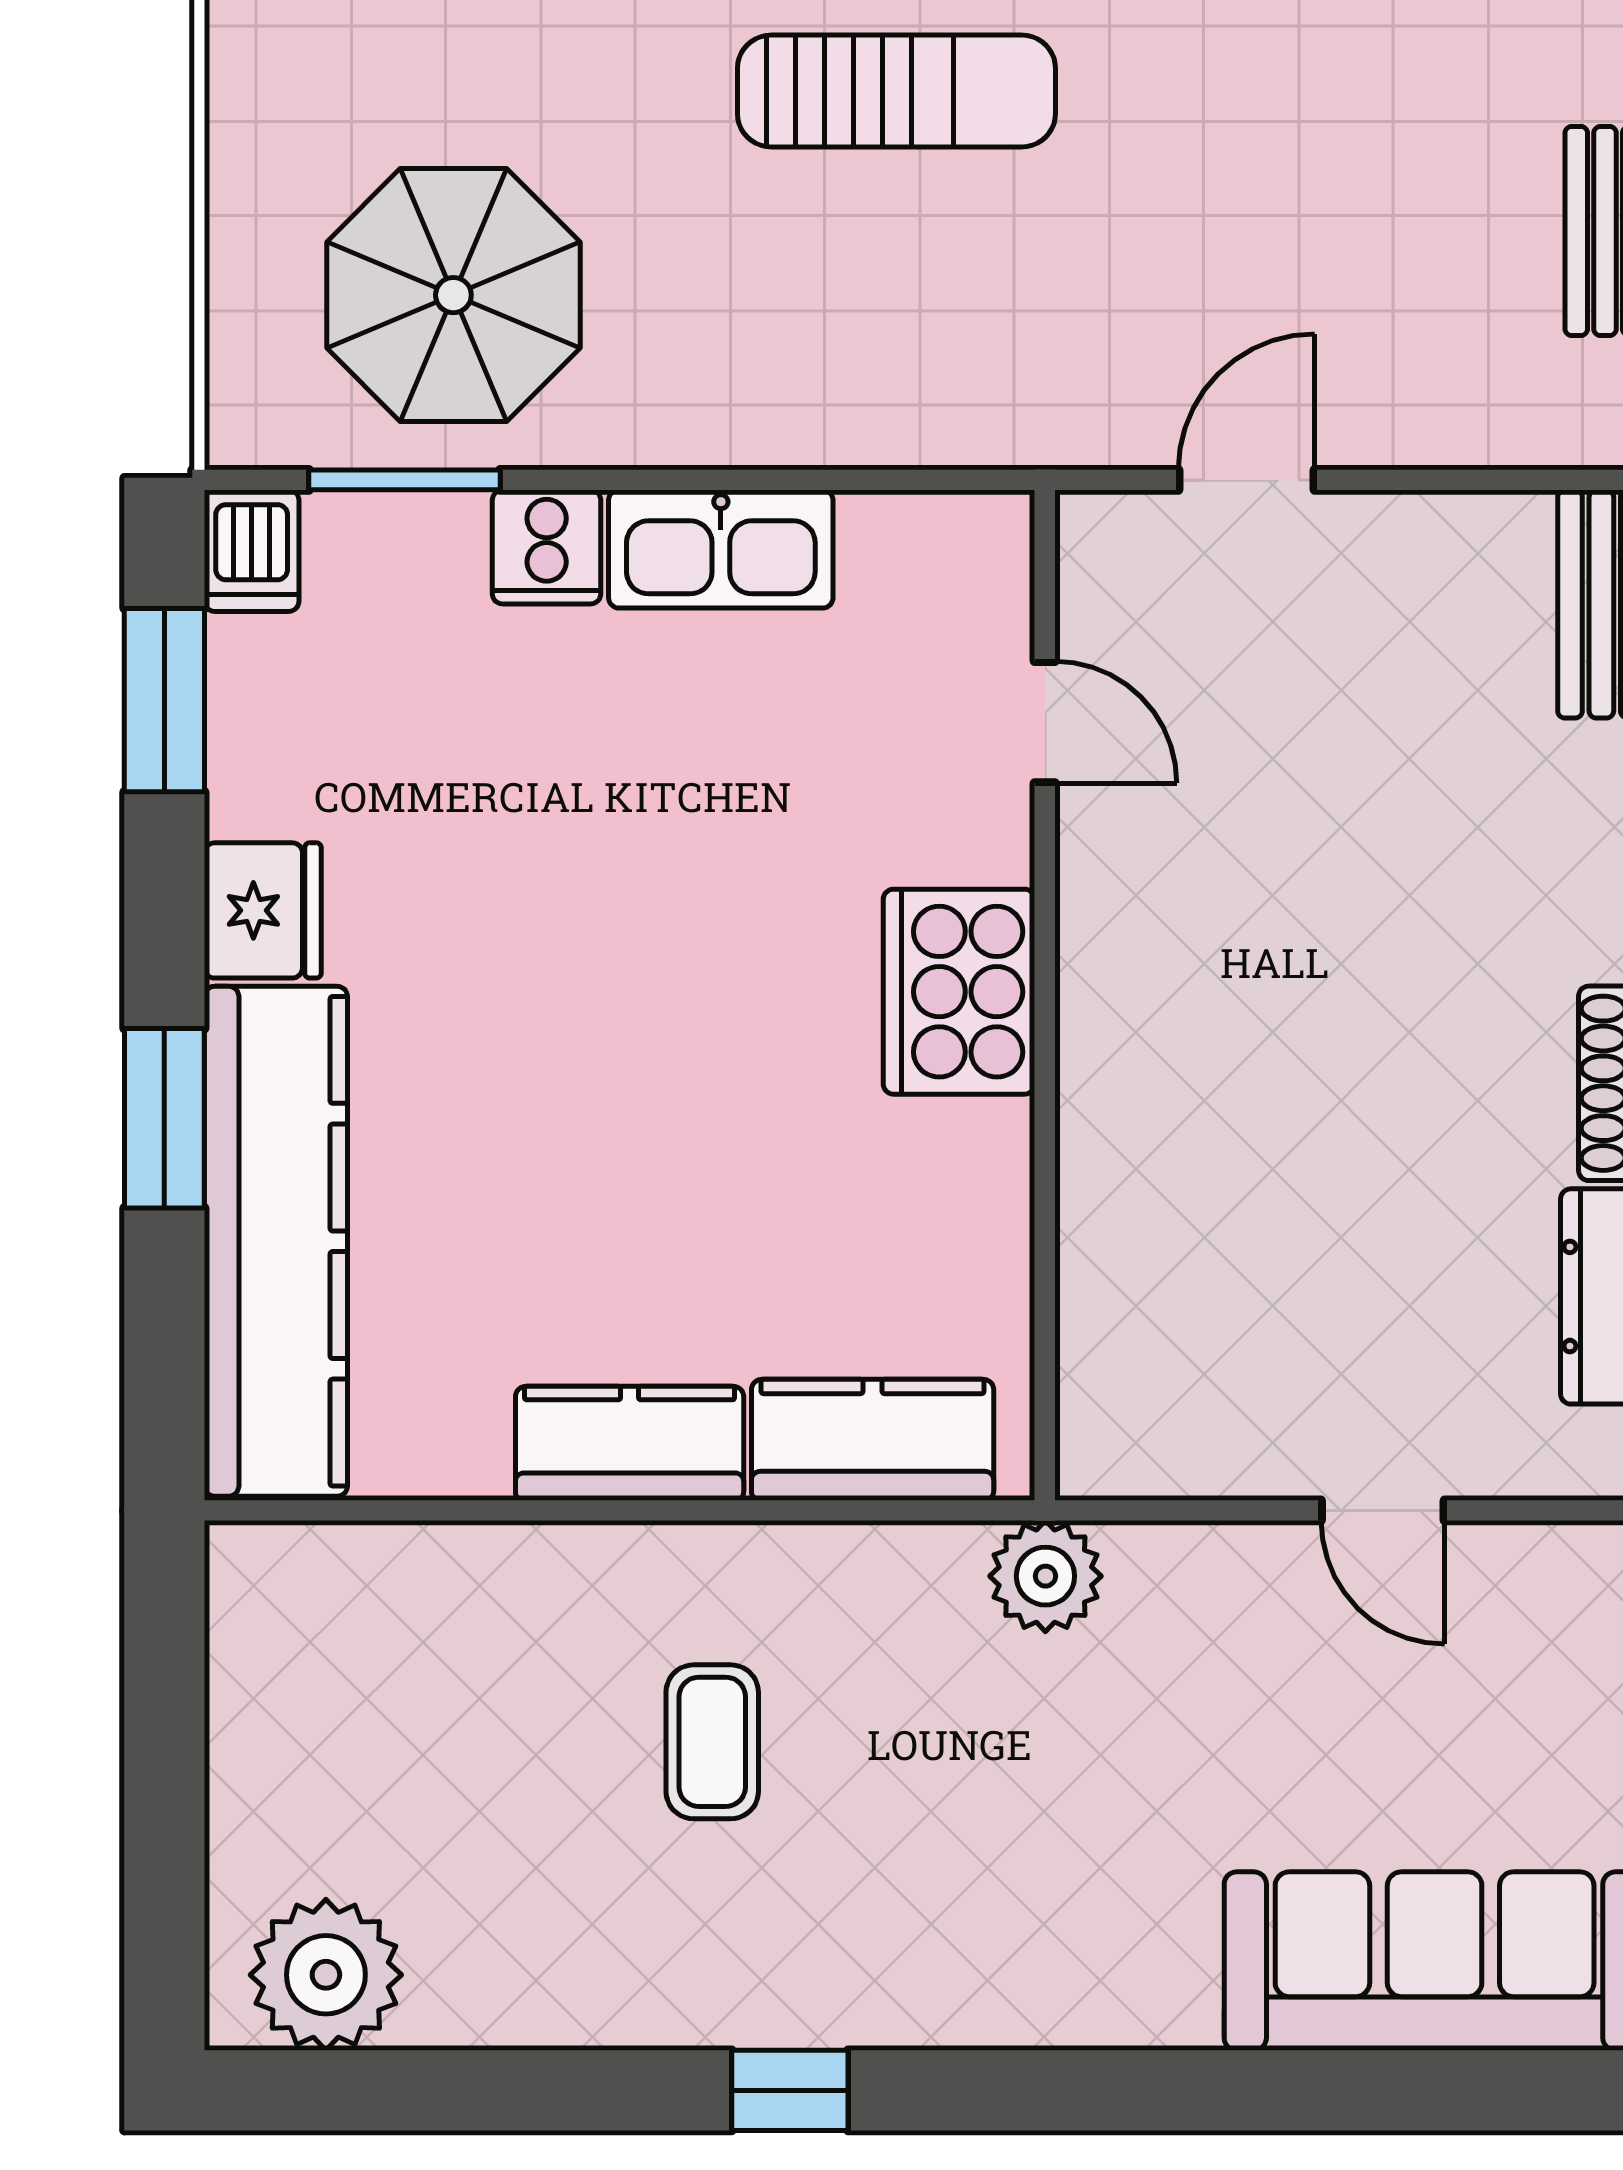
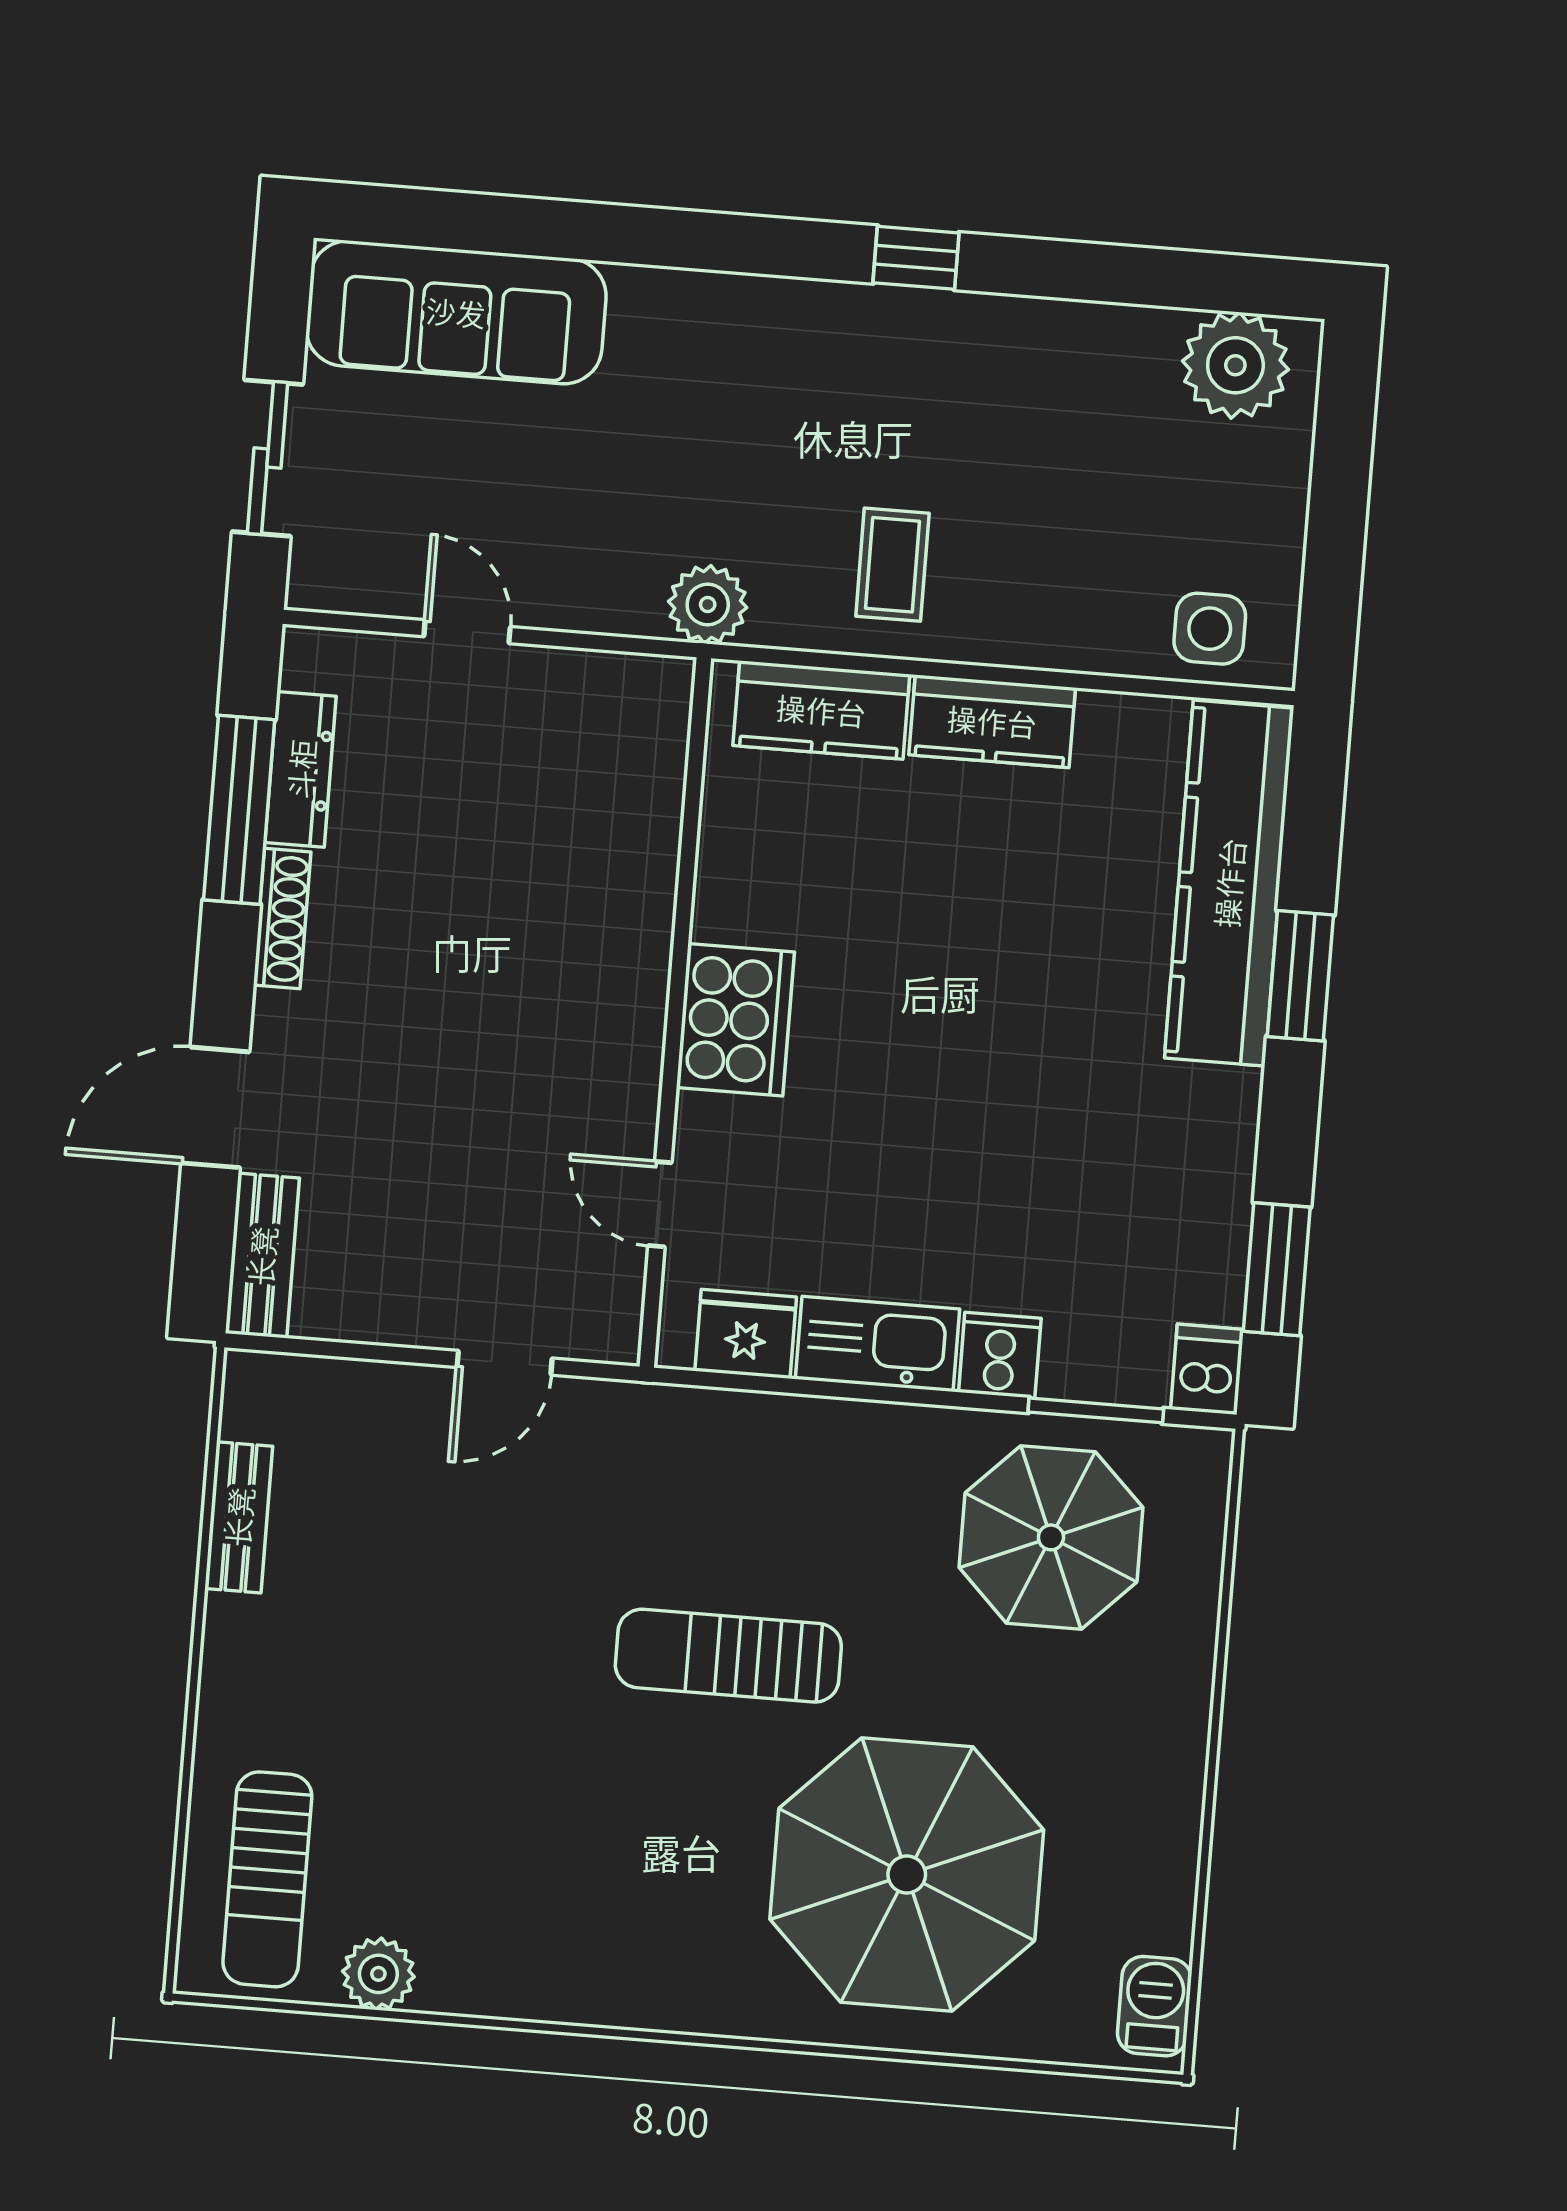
fridge: (263, 910) -> (746, 1334), moved, turned 90
side table: (332, 1599) -> (1210, 629), added
coffee table: (712, 1742) -> (892, 565), moved

